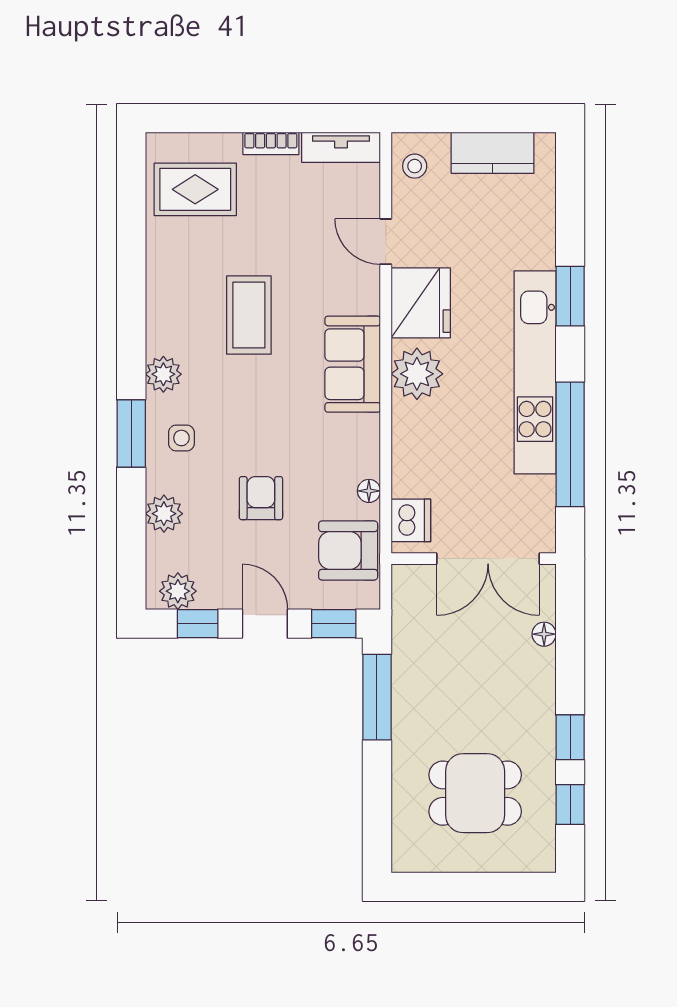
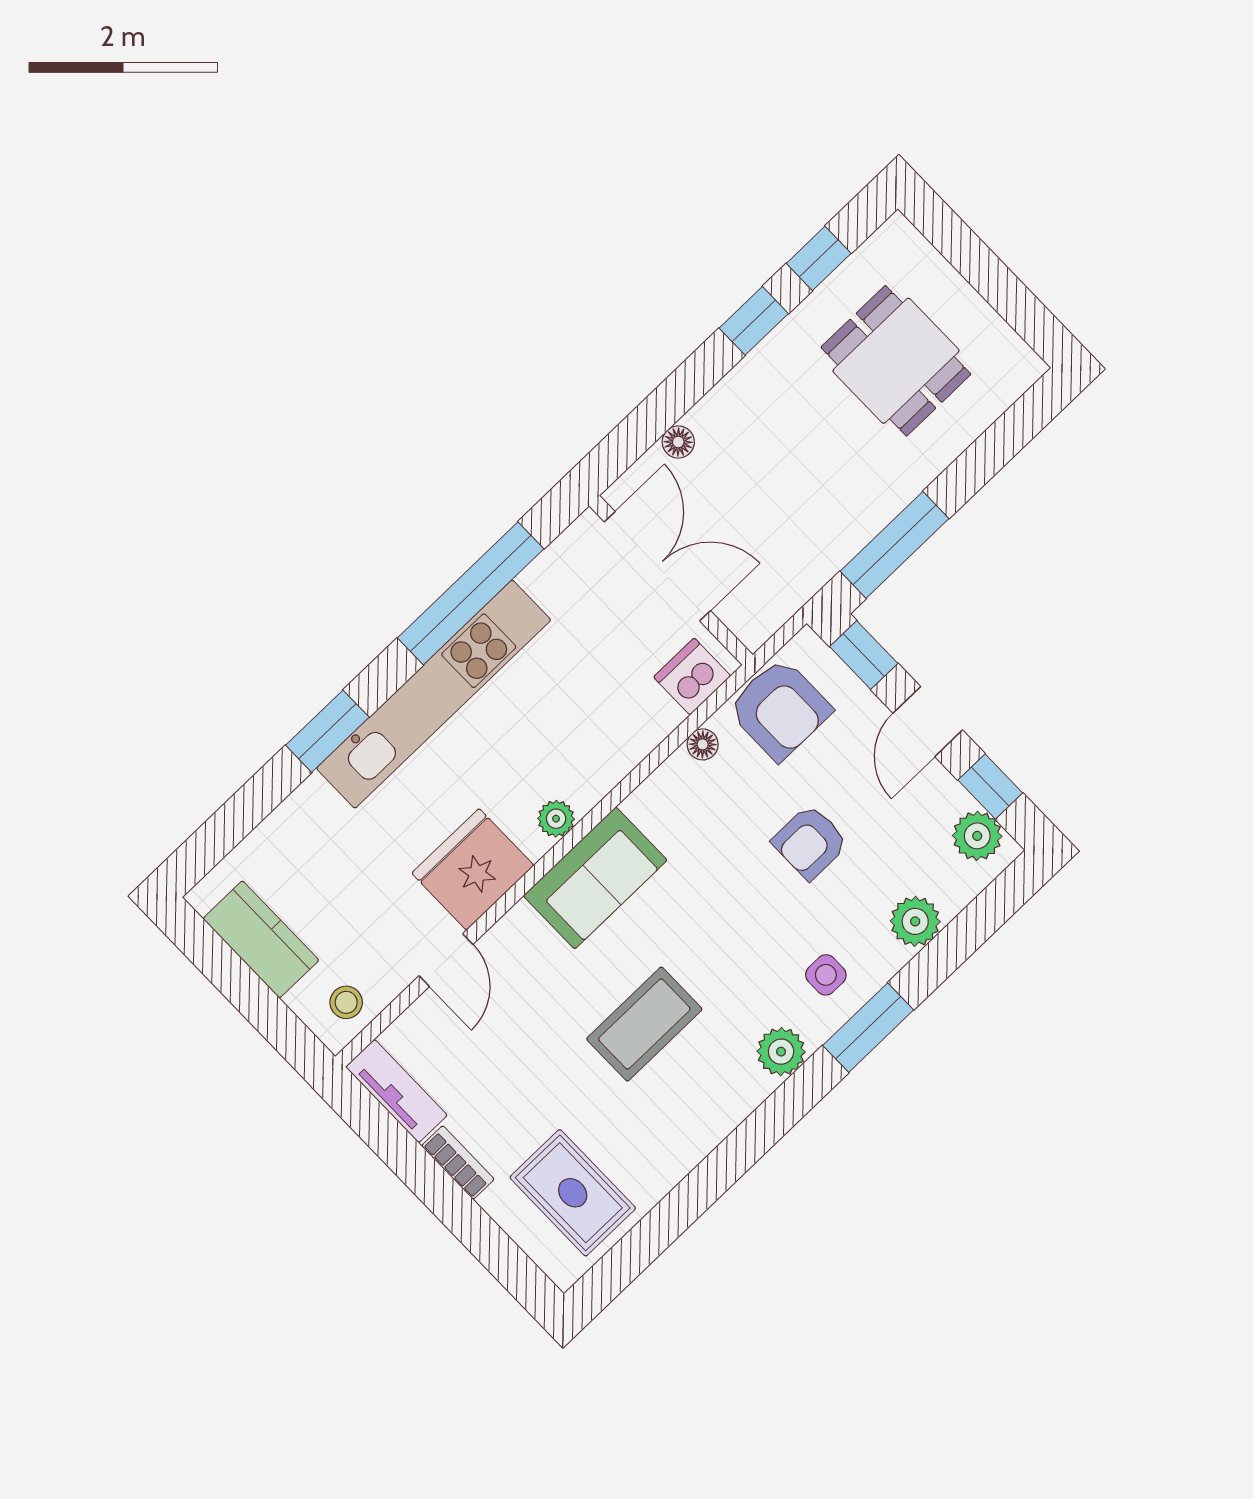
plant: (417, 374) -> (556, 819), width x0.53, depth x0.53

